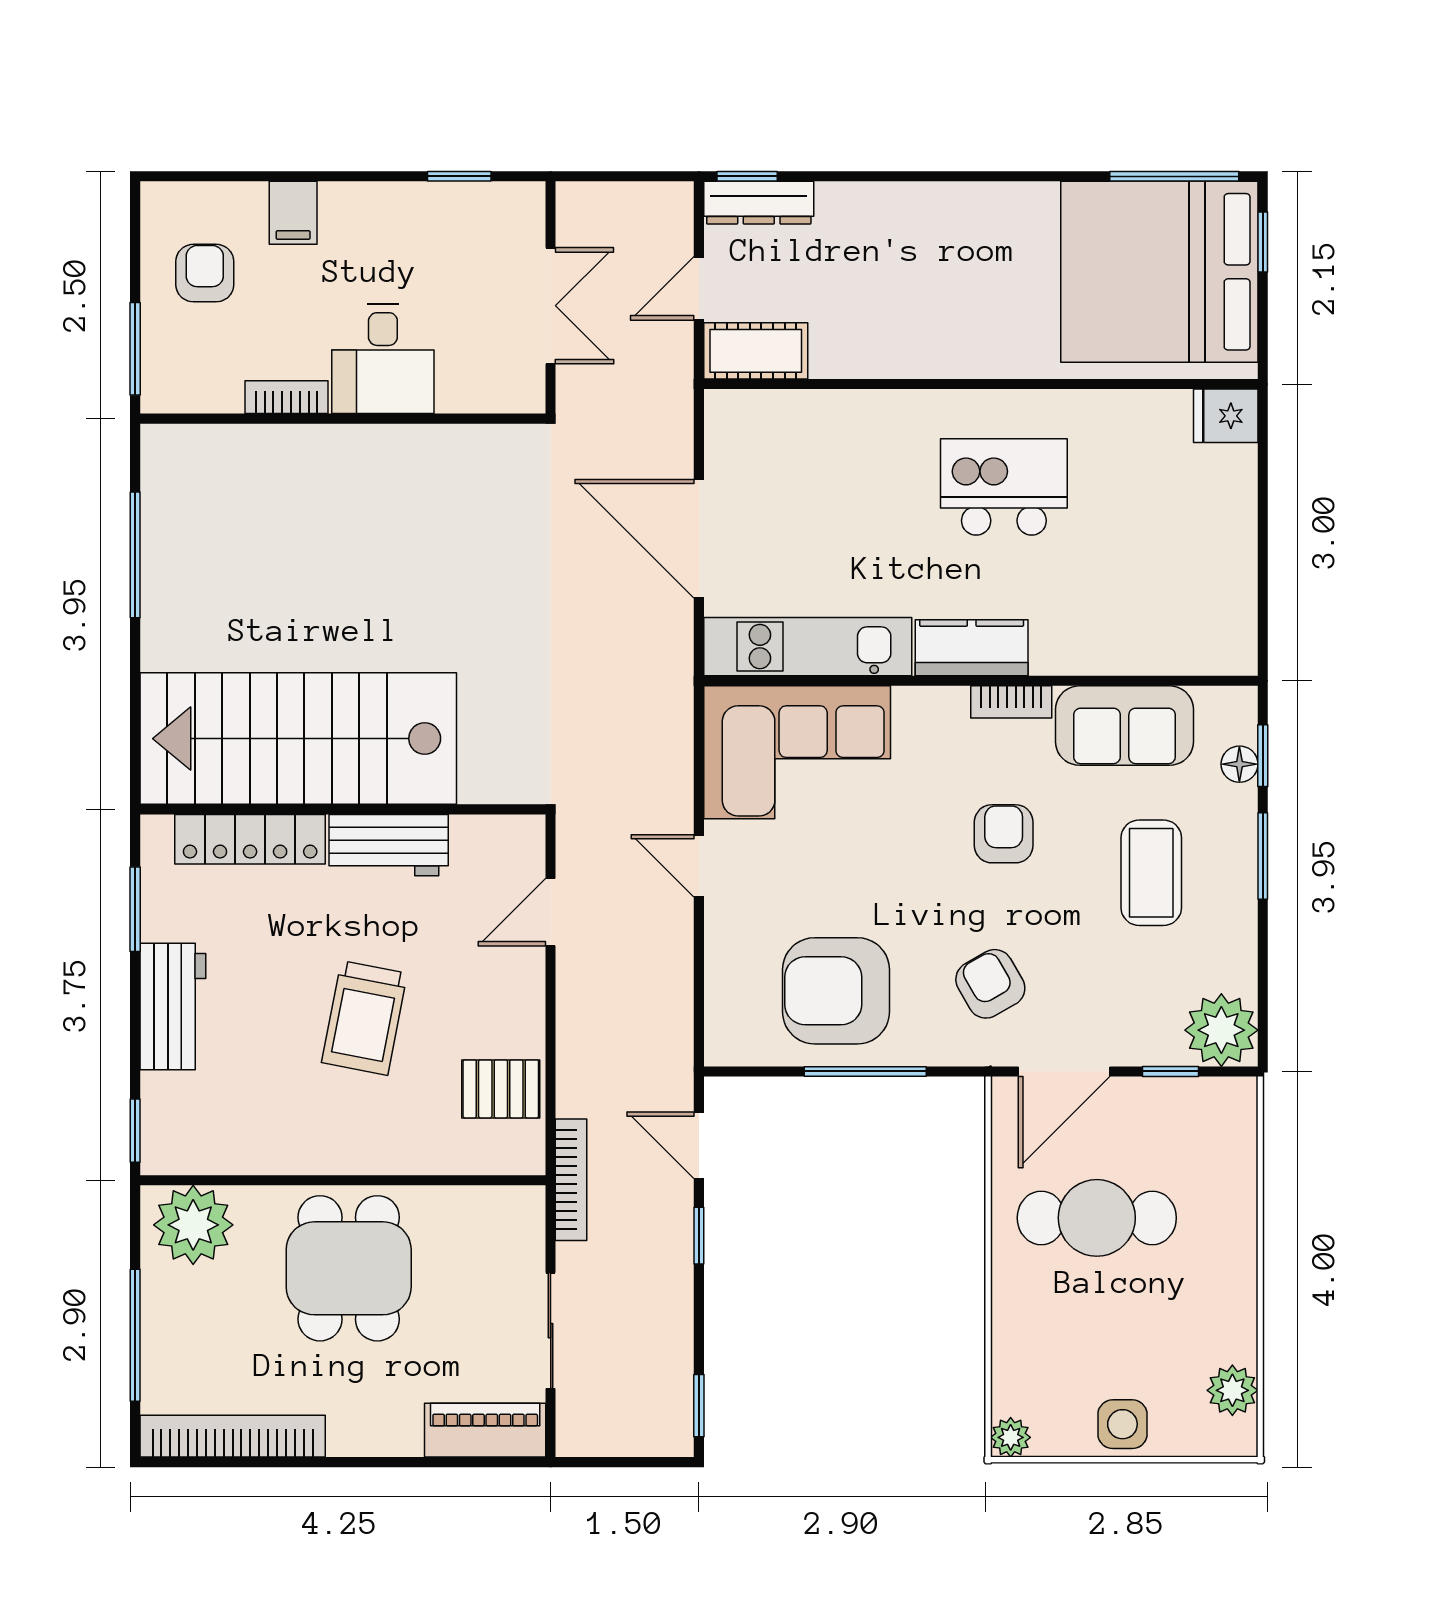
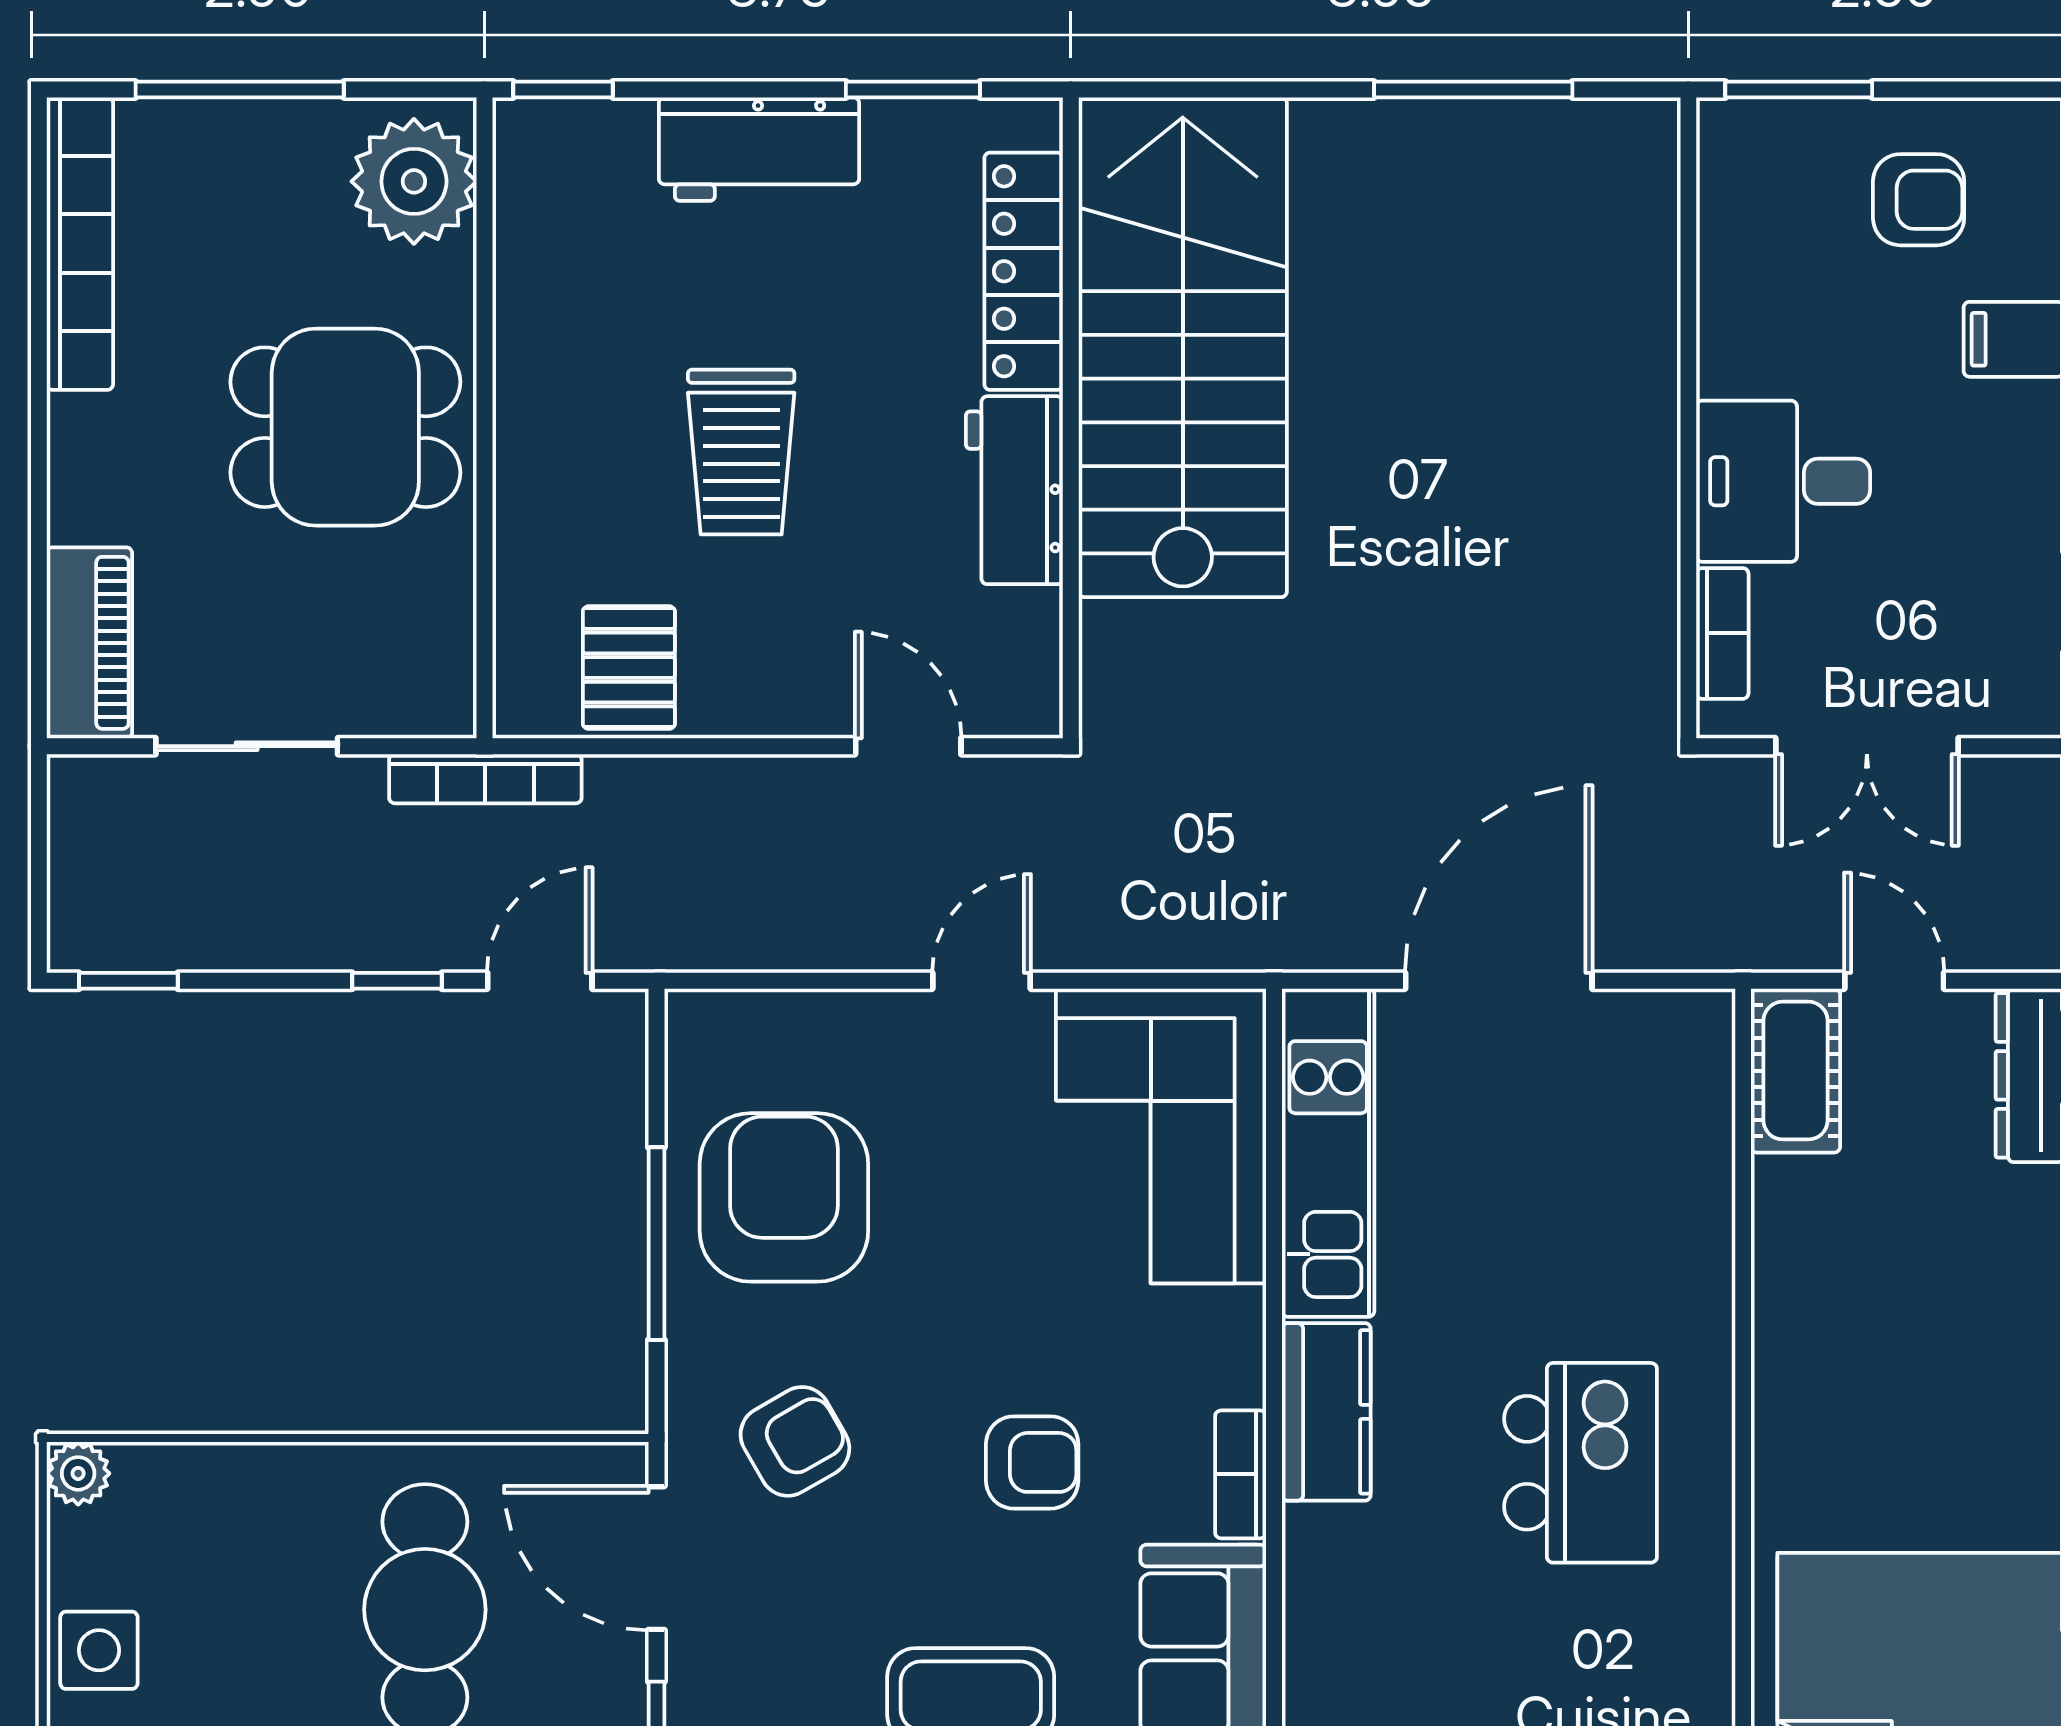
bookcase: (287, 397) -> (1722, 633), moved
trolley: (364, 1018) -> (741, 452), turned -101

